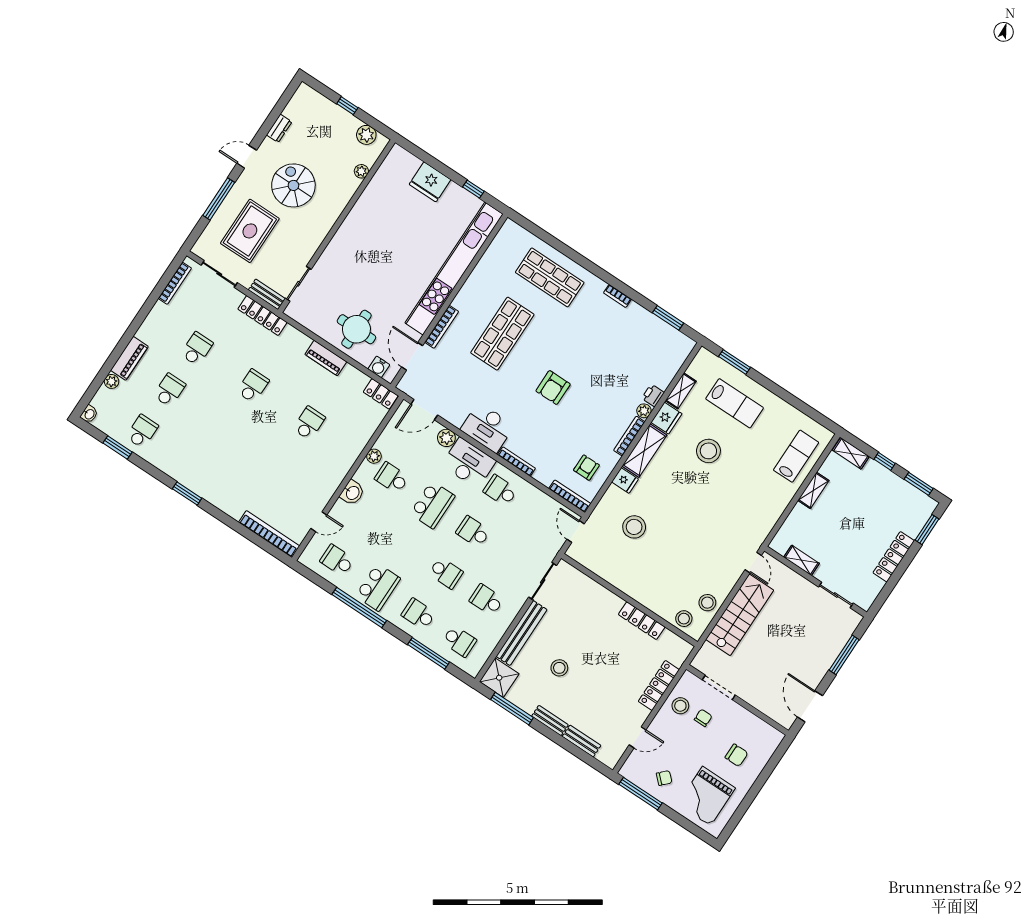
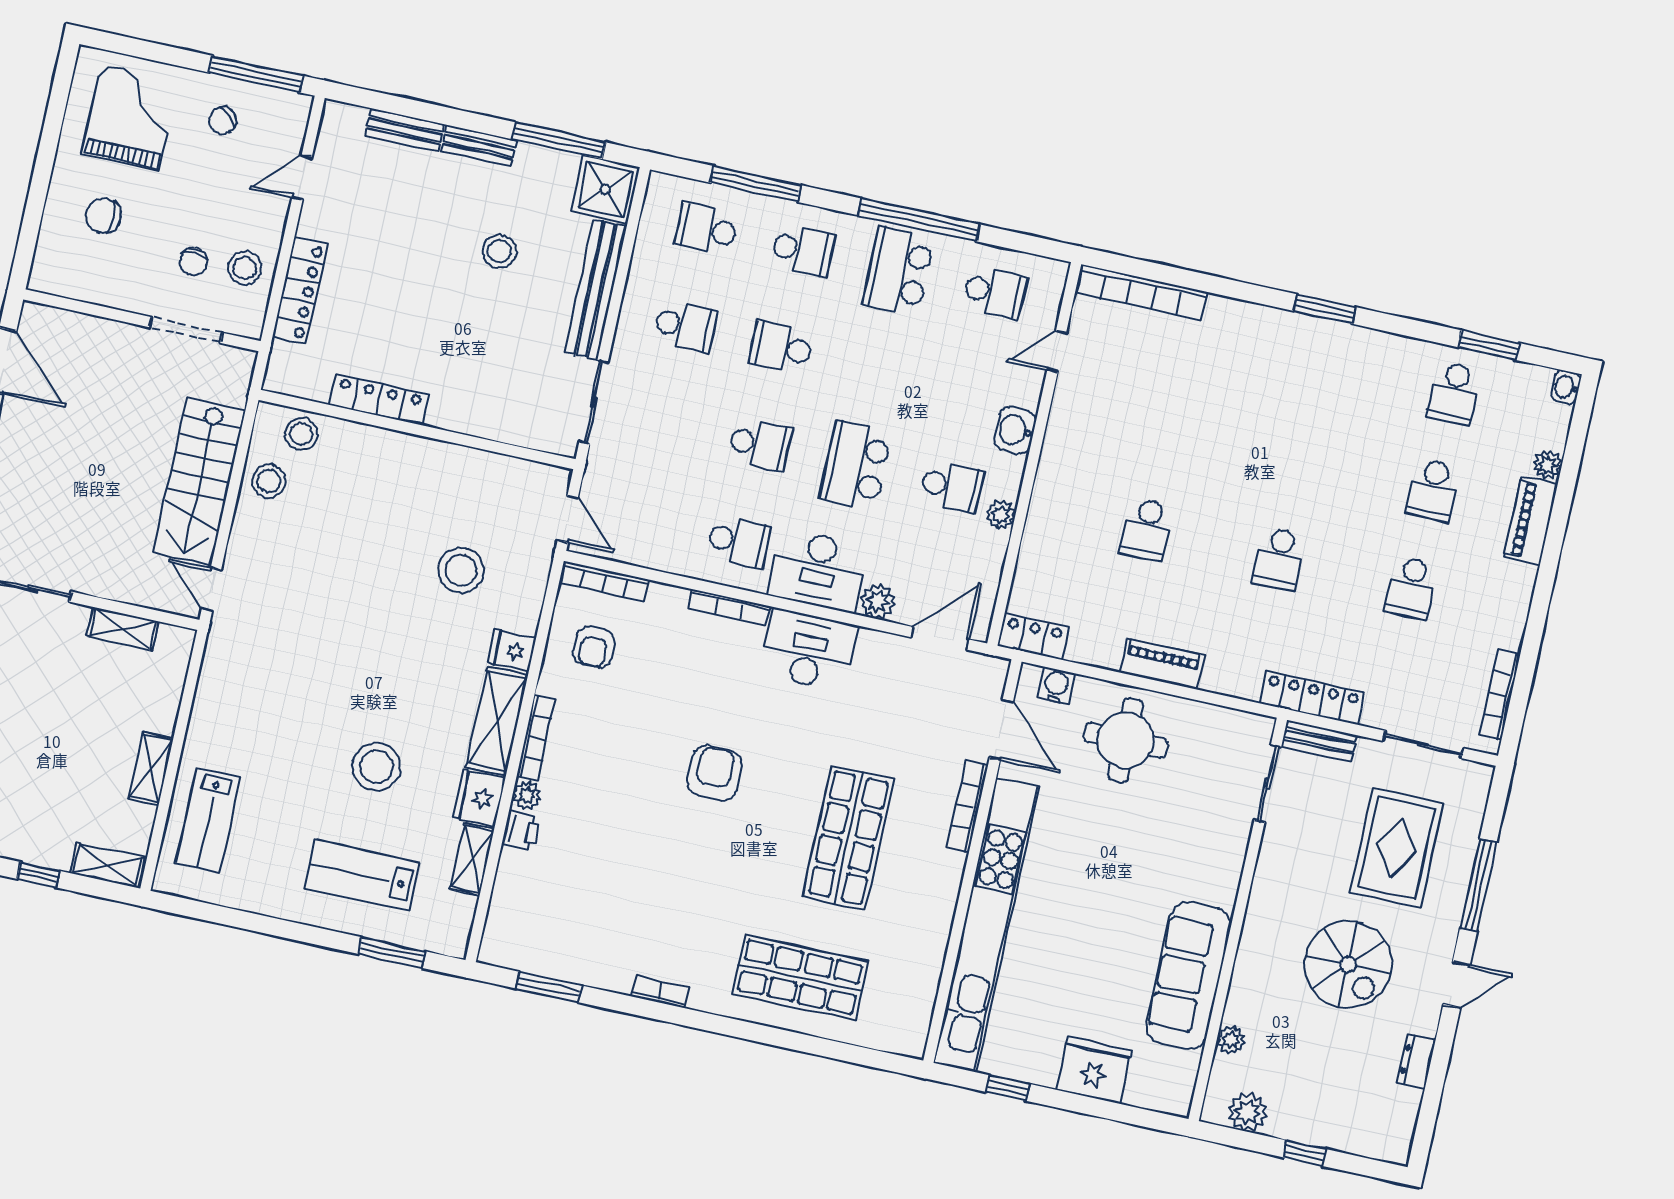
sofa: (369, 209) -> (1189, 976), added

